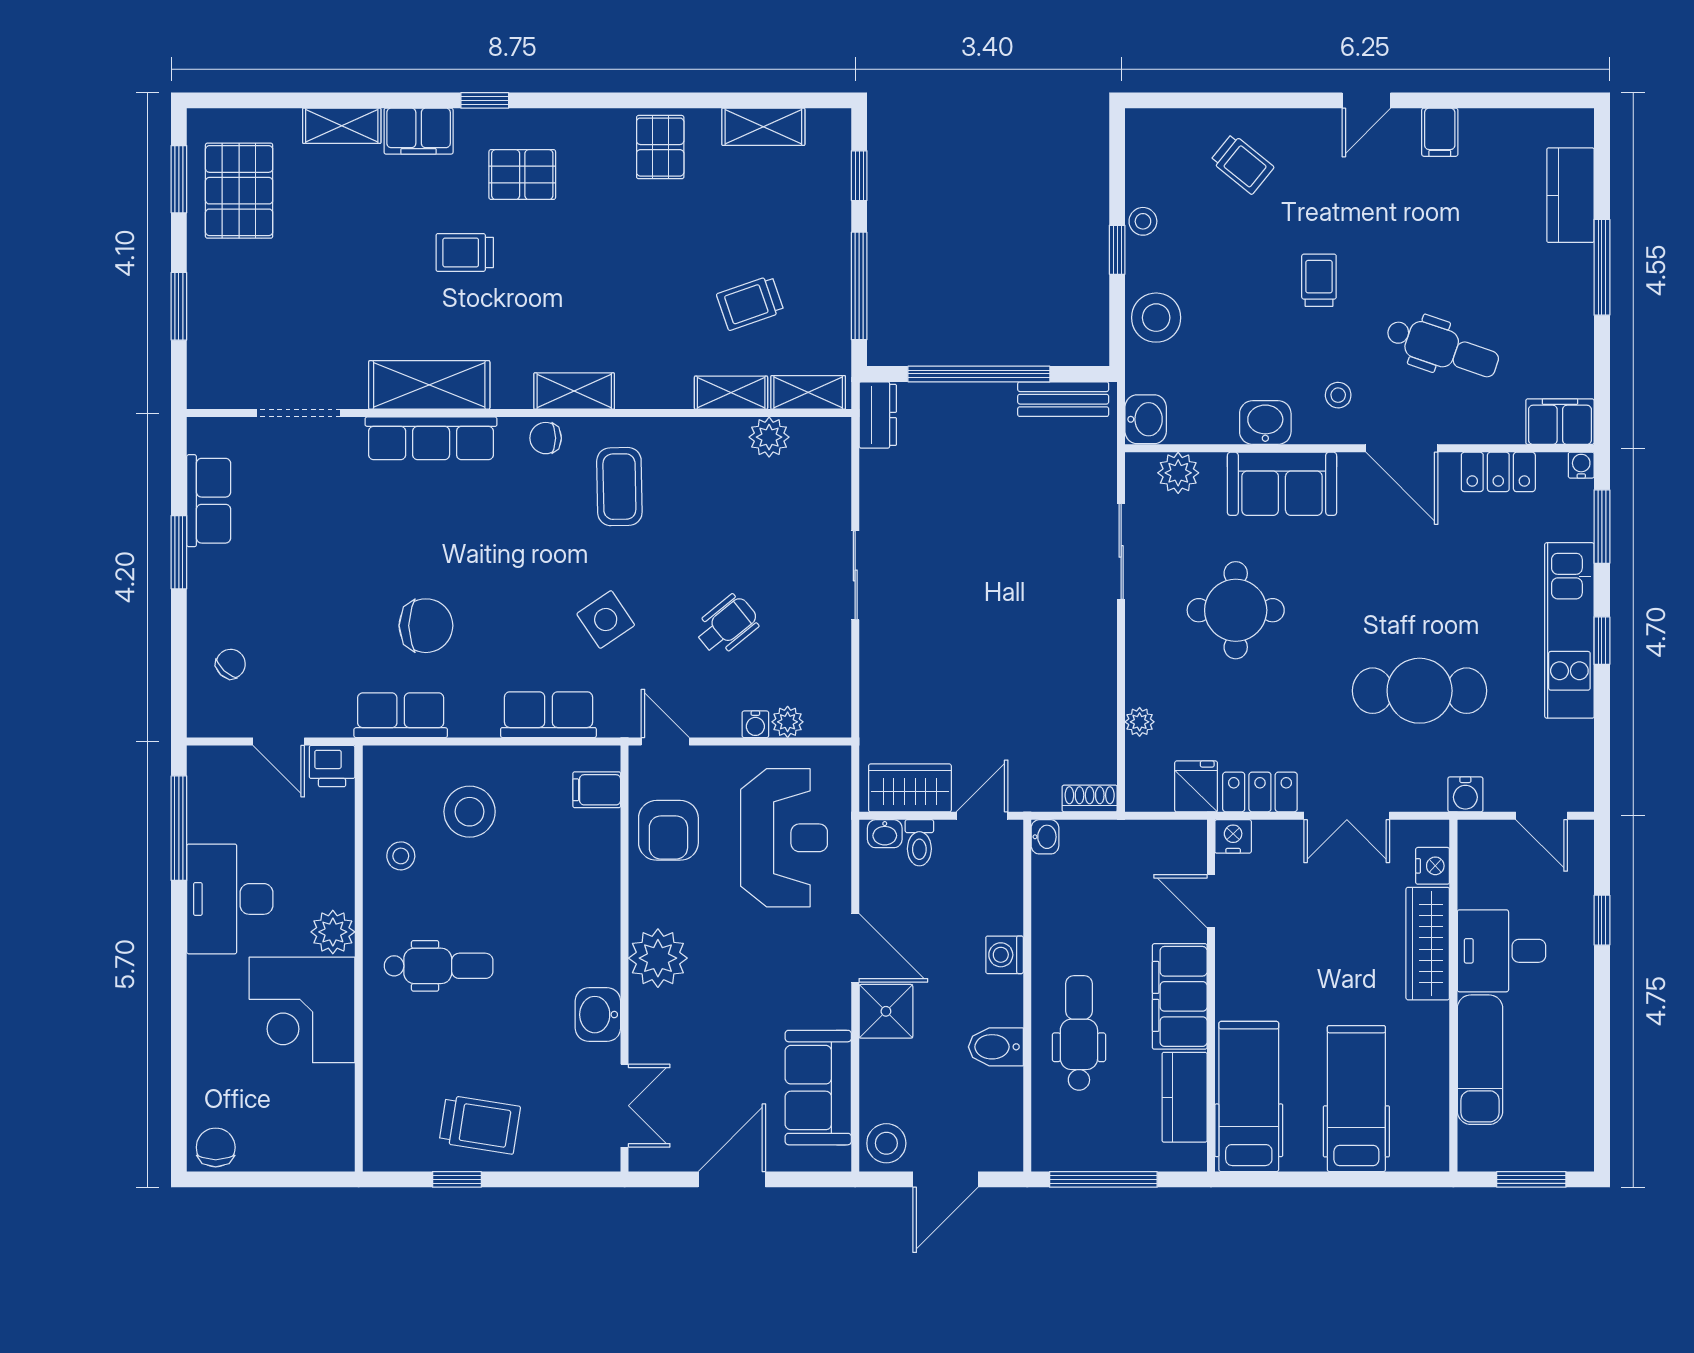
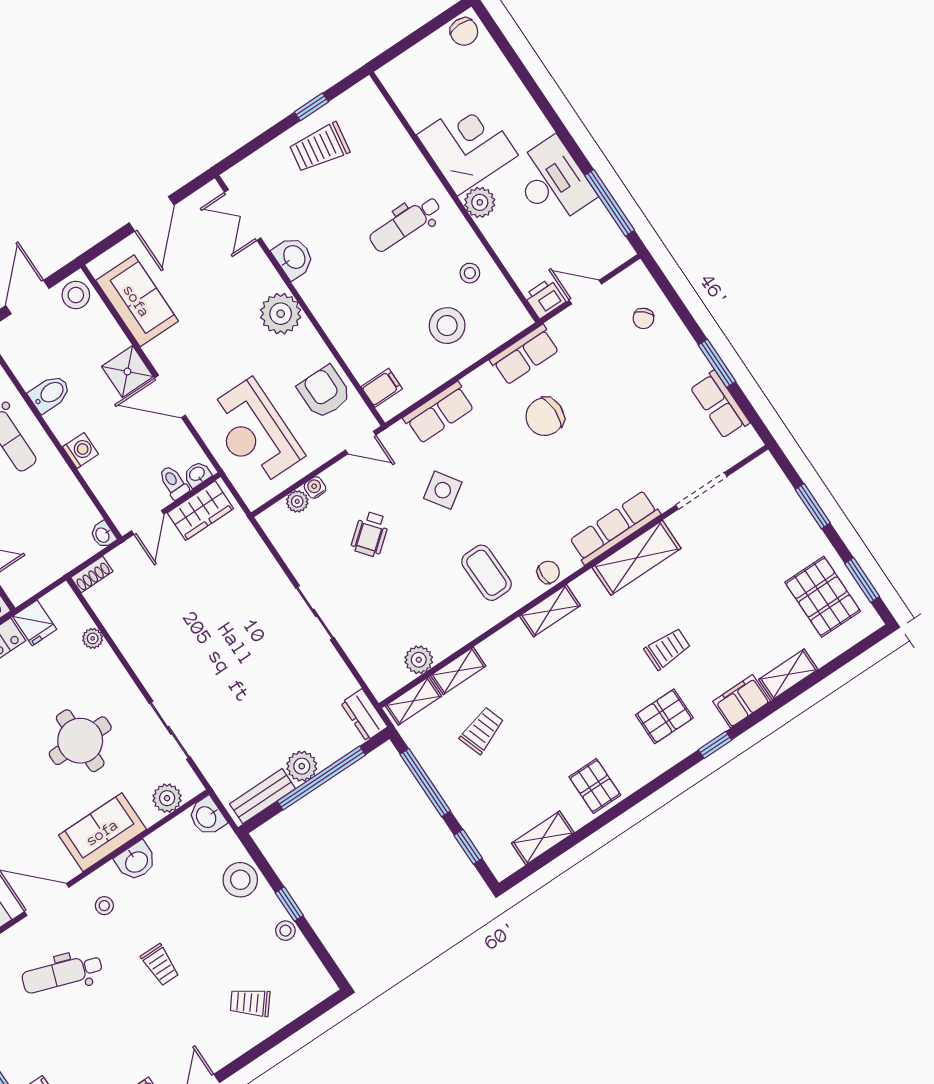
plant: (993, 404) -> (302, 766), added

